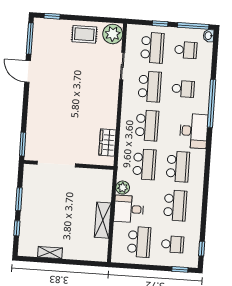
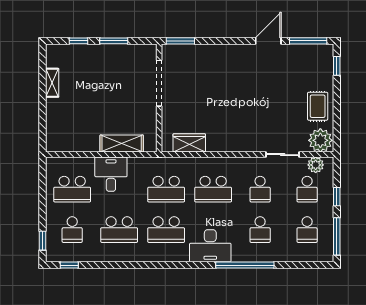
washbasin: (209, 36) -> (326, 256), removed
school desk: (152, 48) -> (307, 189), width x0.54
school desk: (150, 87) -> (260, 189), width x0.54
plant: (123, 188) -> (316, 165), moved
shelving: (103, 220) -> (122, 144), moved

